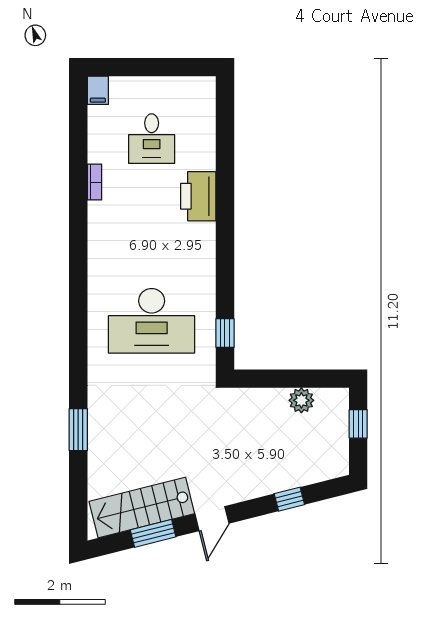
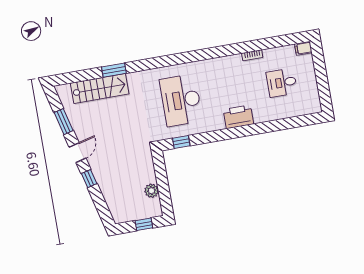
printer: (198, 196) -> (238, 117), moved
window: (289, 499) -> (89, 179), moved
stairs: (142, 508) -> (100, 88), moved, turned 104
door: (212, 519) -> (78, 153), swing flipped

